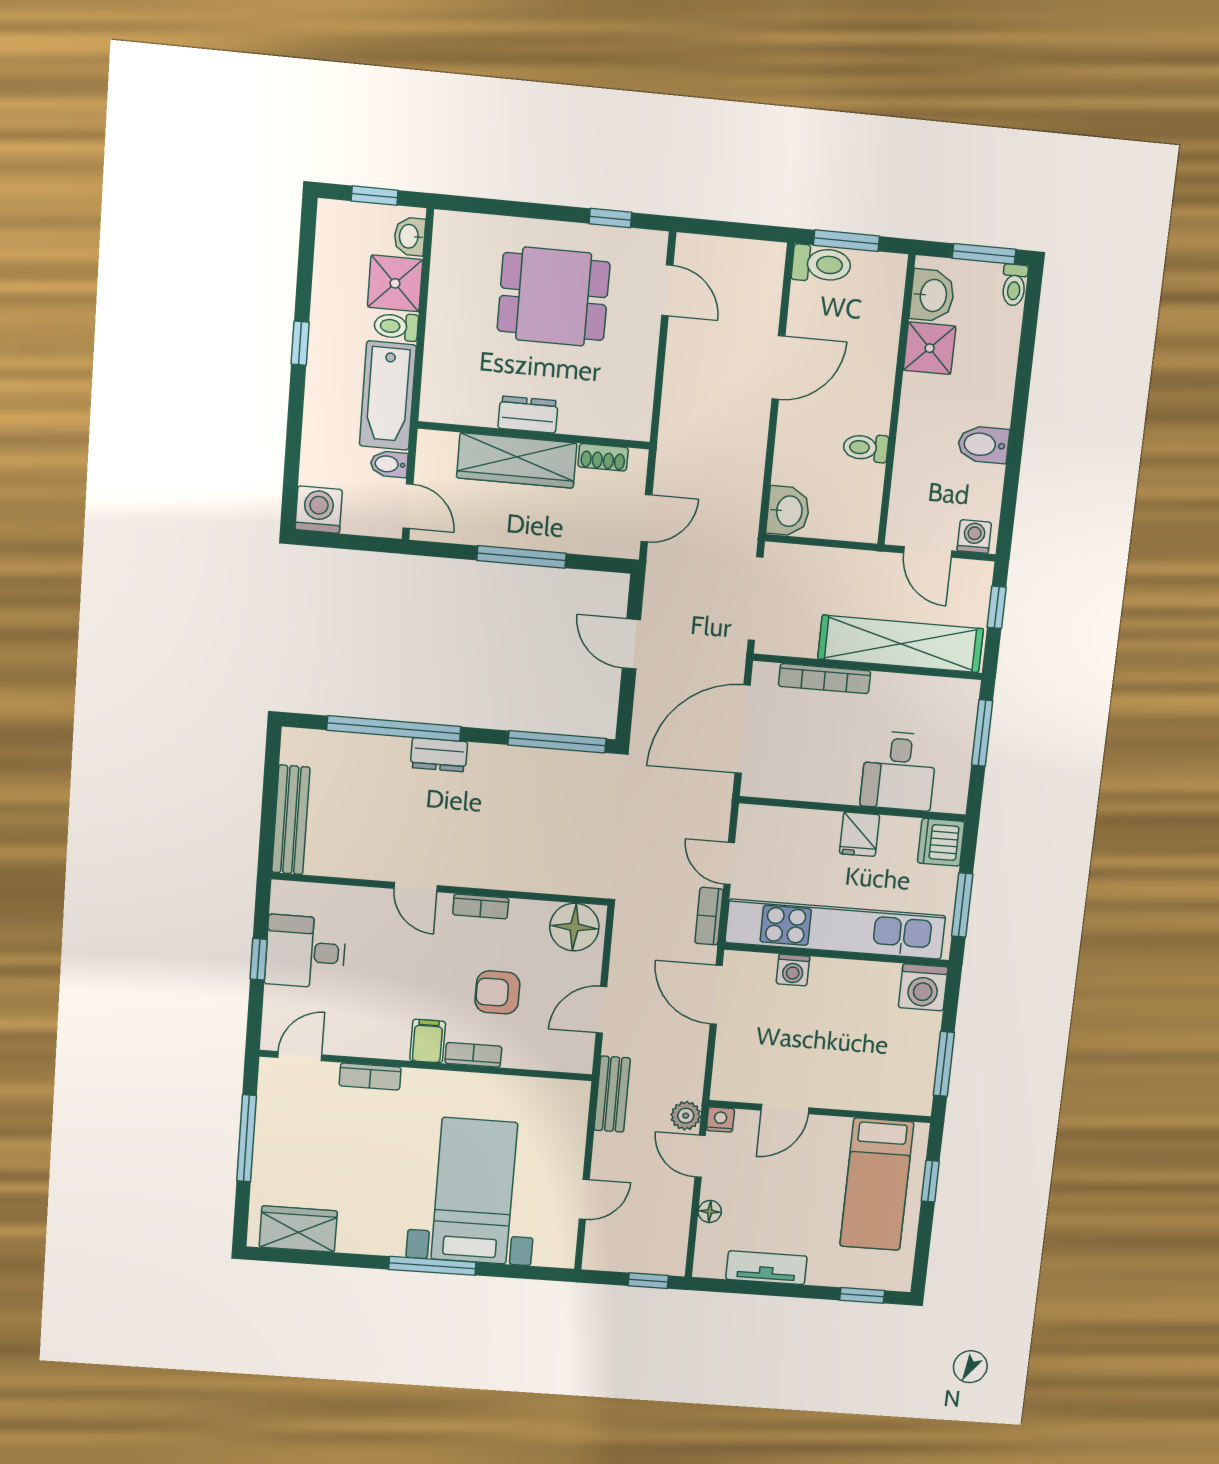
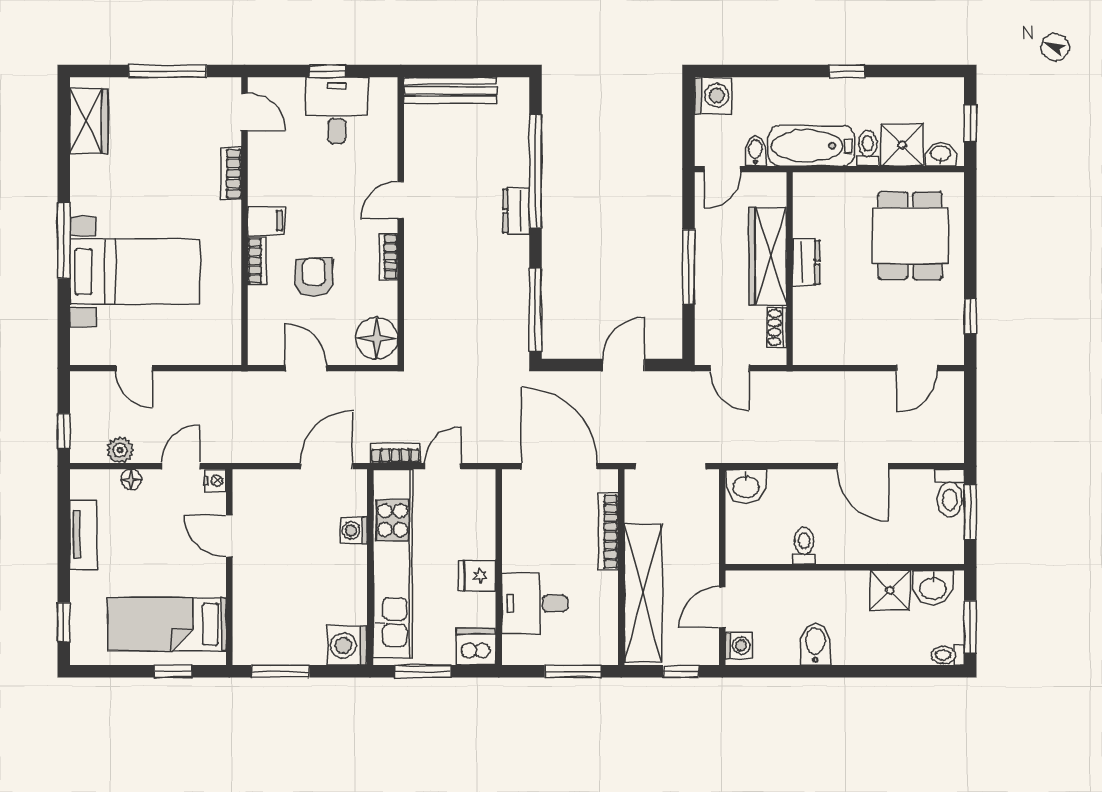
dining table: (554, 296) -> (910, 236), moved
bench: (612, 1094) -> (231, 384), removed
plant: (686, 1116) -> (120, 450), moved

